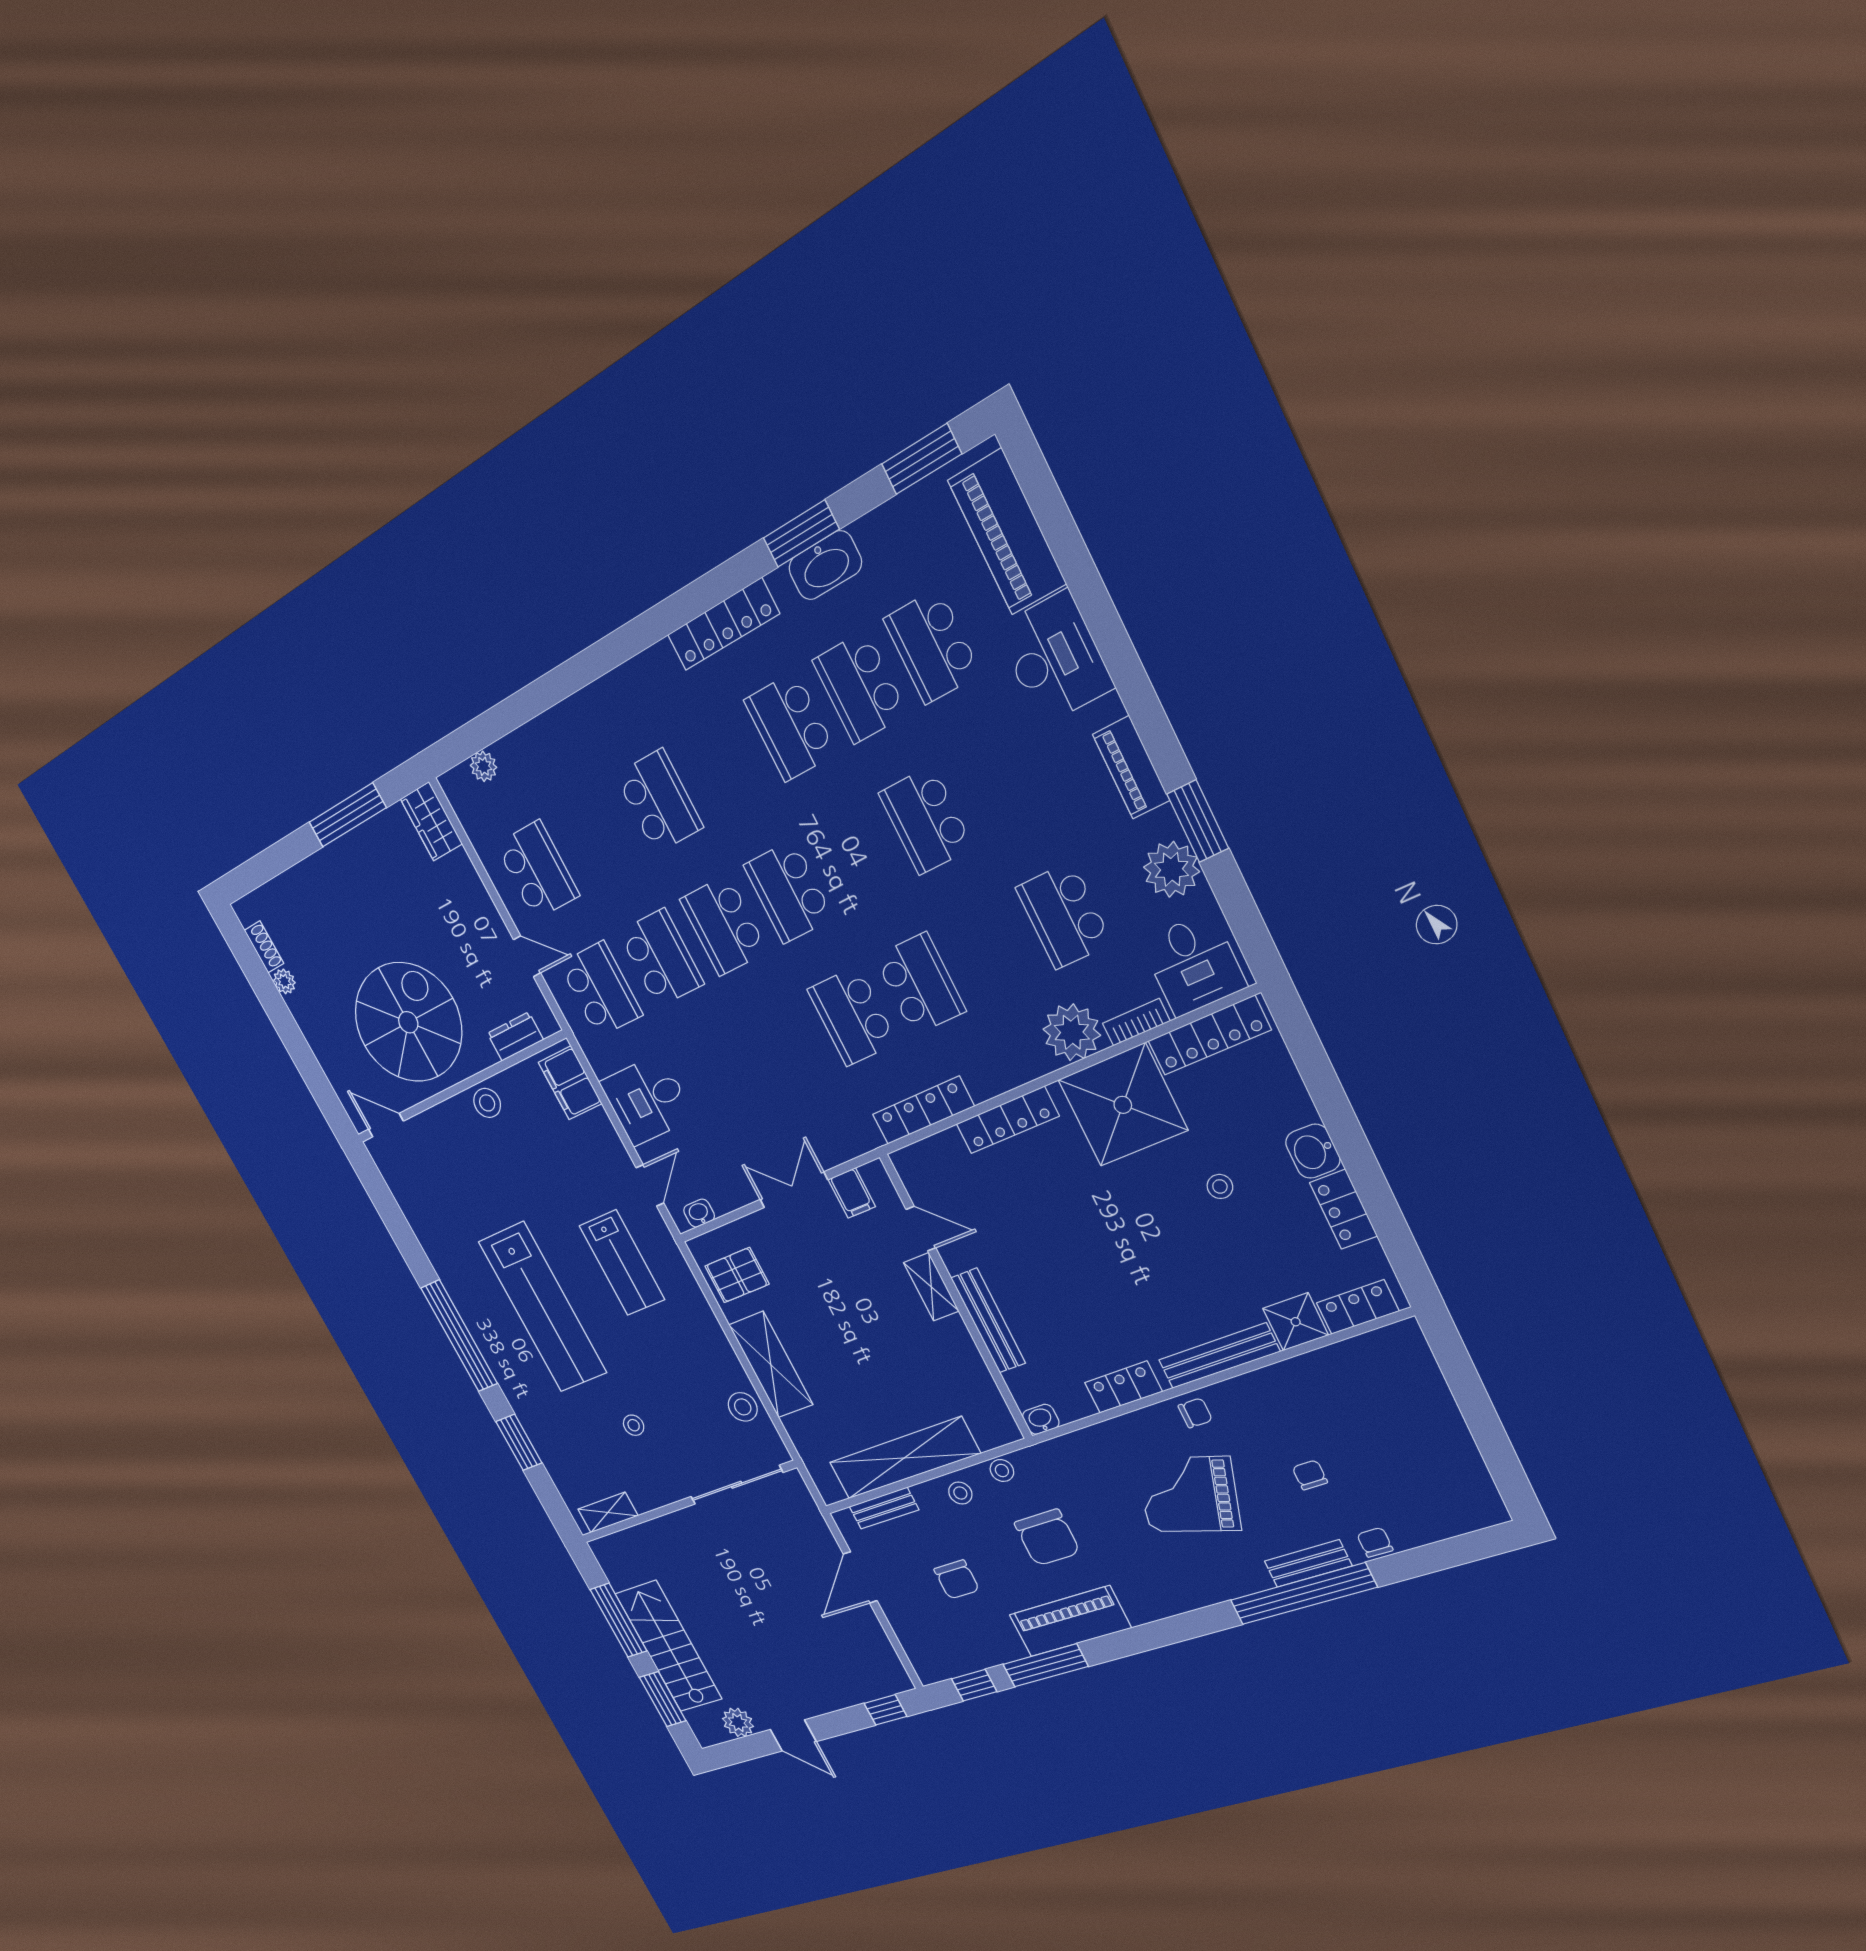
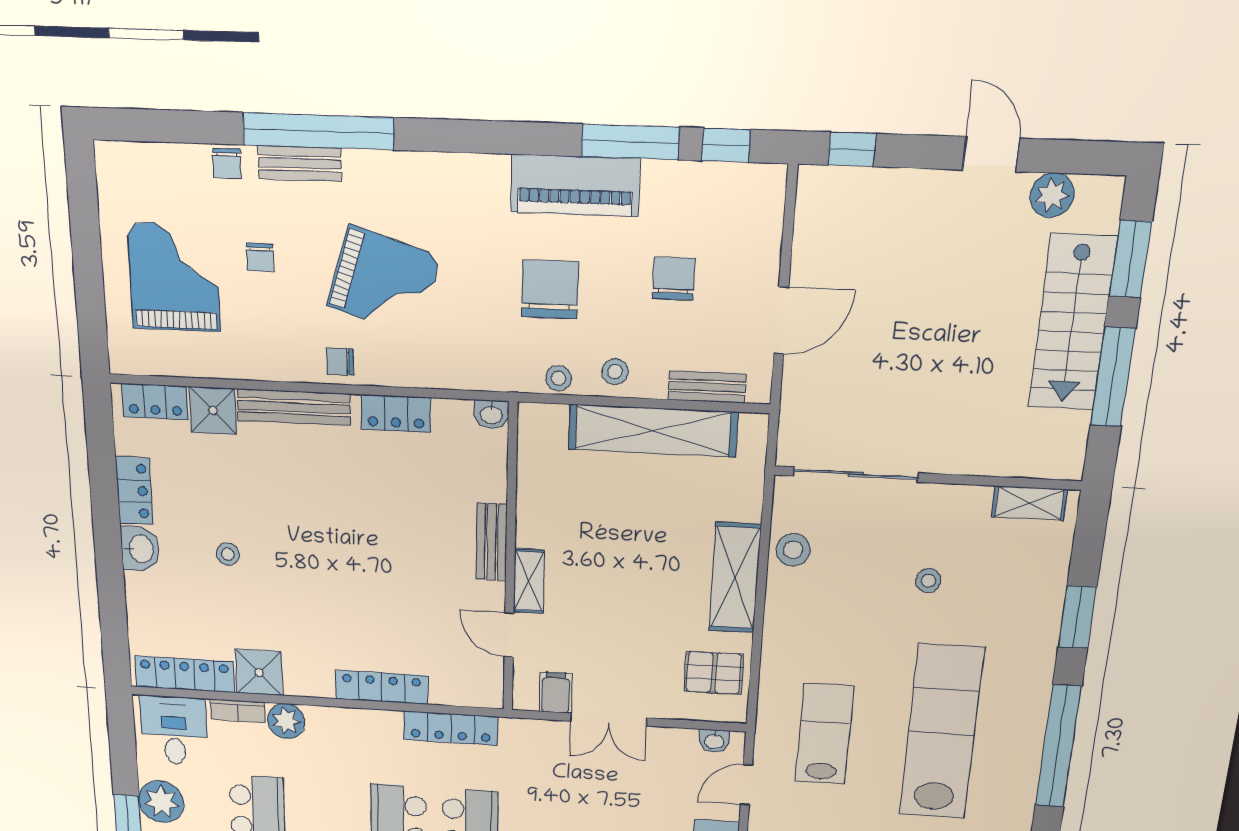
plant: (1072, 1032) -> (286, 721), width x0.73, depth x0.73
shower: (1123, 1105) -> (259, 673), width x0.54, depth x0.54
bench: (988, 1321) -> (491, 542), width x0.73
grand piano: (1385, 1429) -> (174, 277), added

